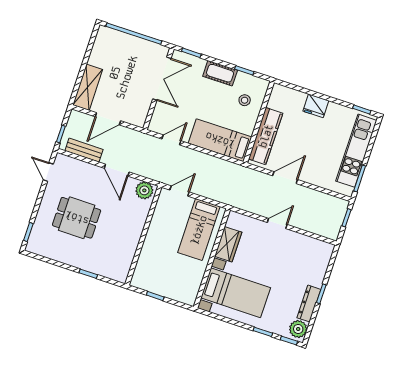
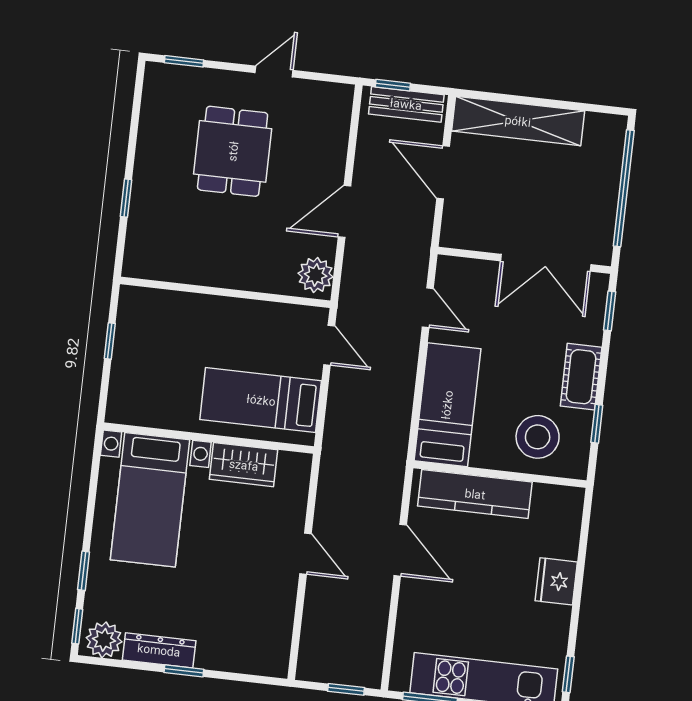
shelving: (88, 87) -> (518, 121), width x1.47
stool: (245, 100) -> (538, 437), width x1.89, depth x1.89
bench: (84, 150) -> (406, 104), moved, turned 90
door: (48, 172) -> (274, 72), moved

